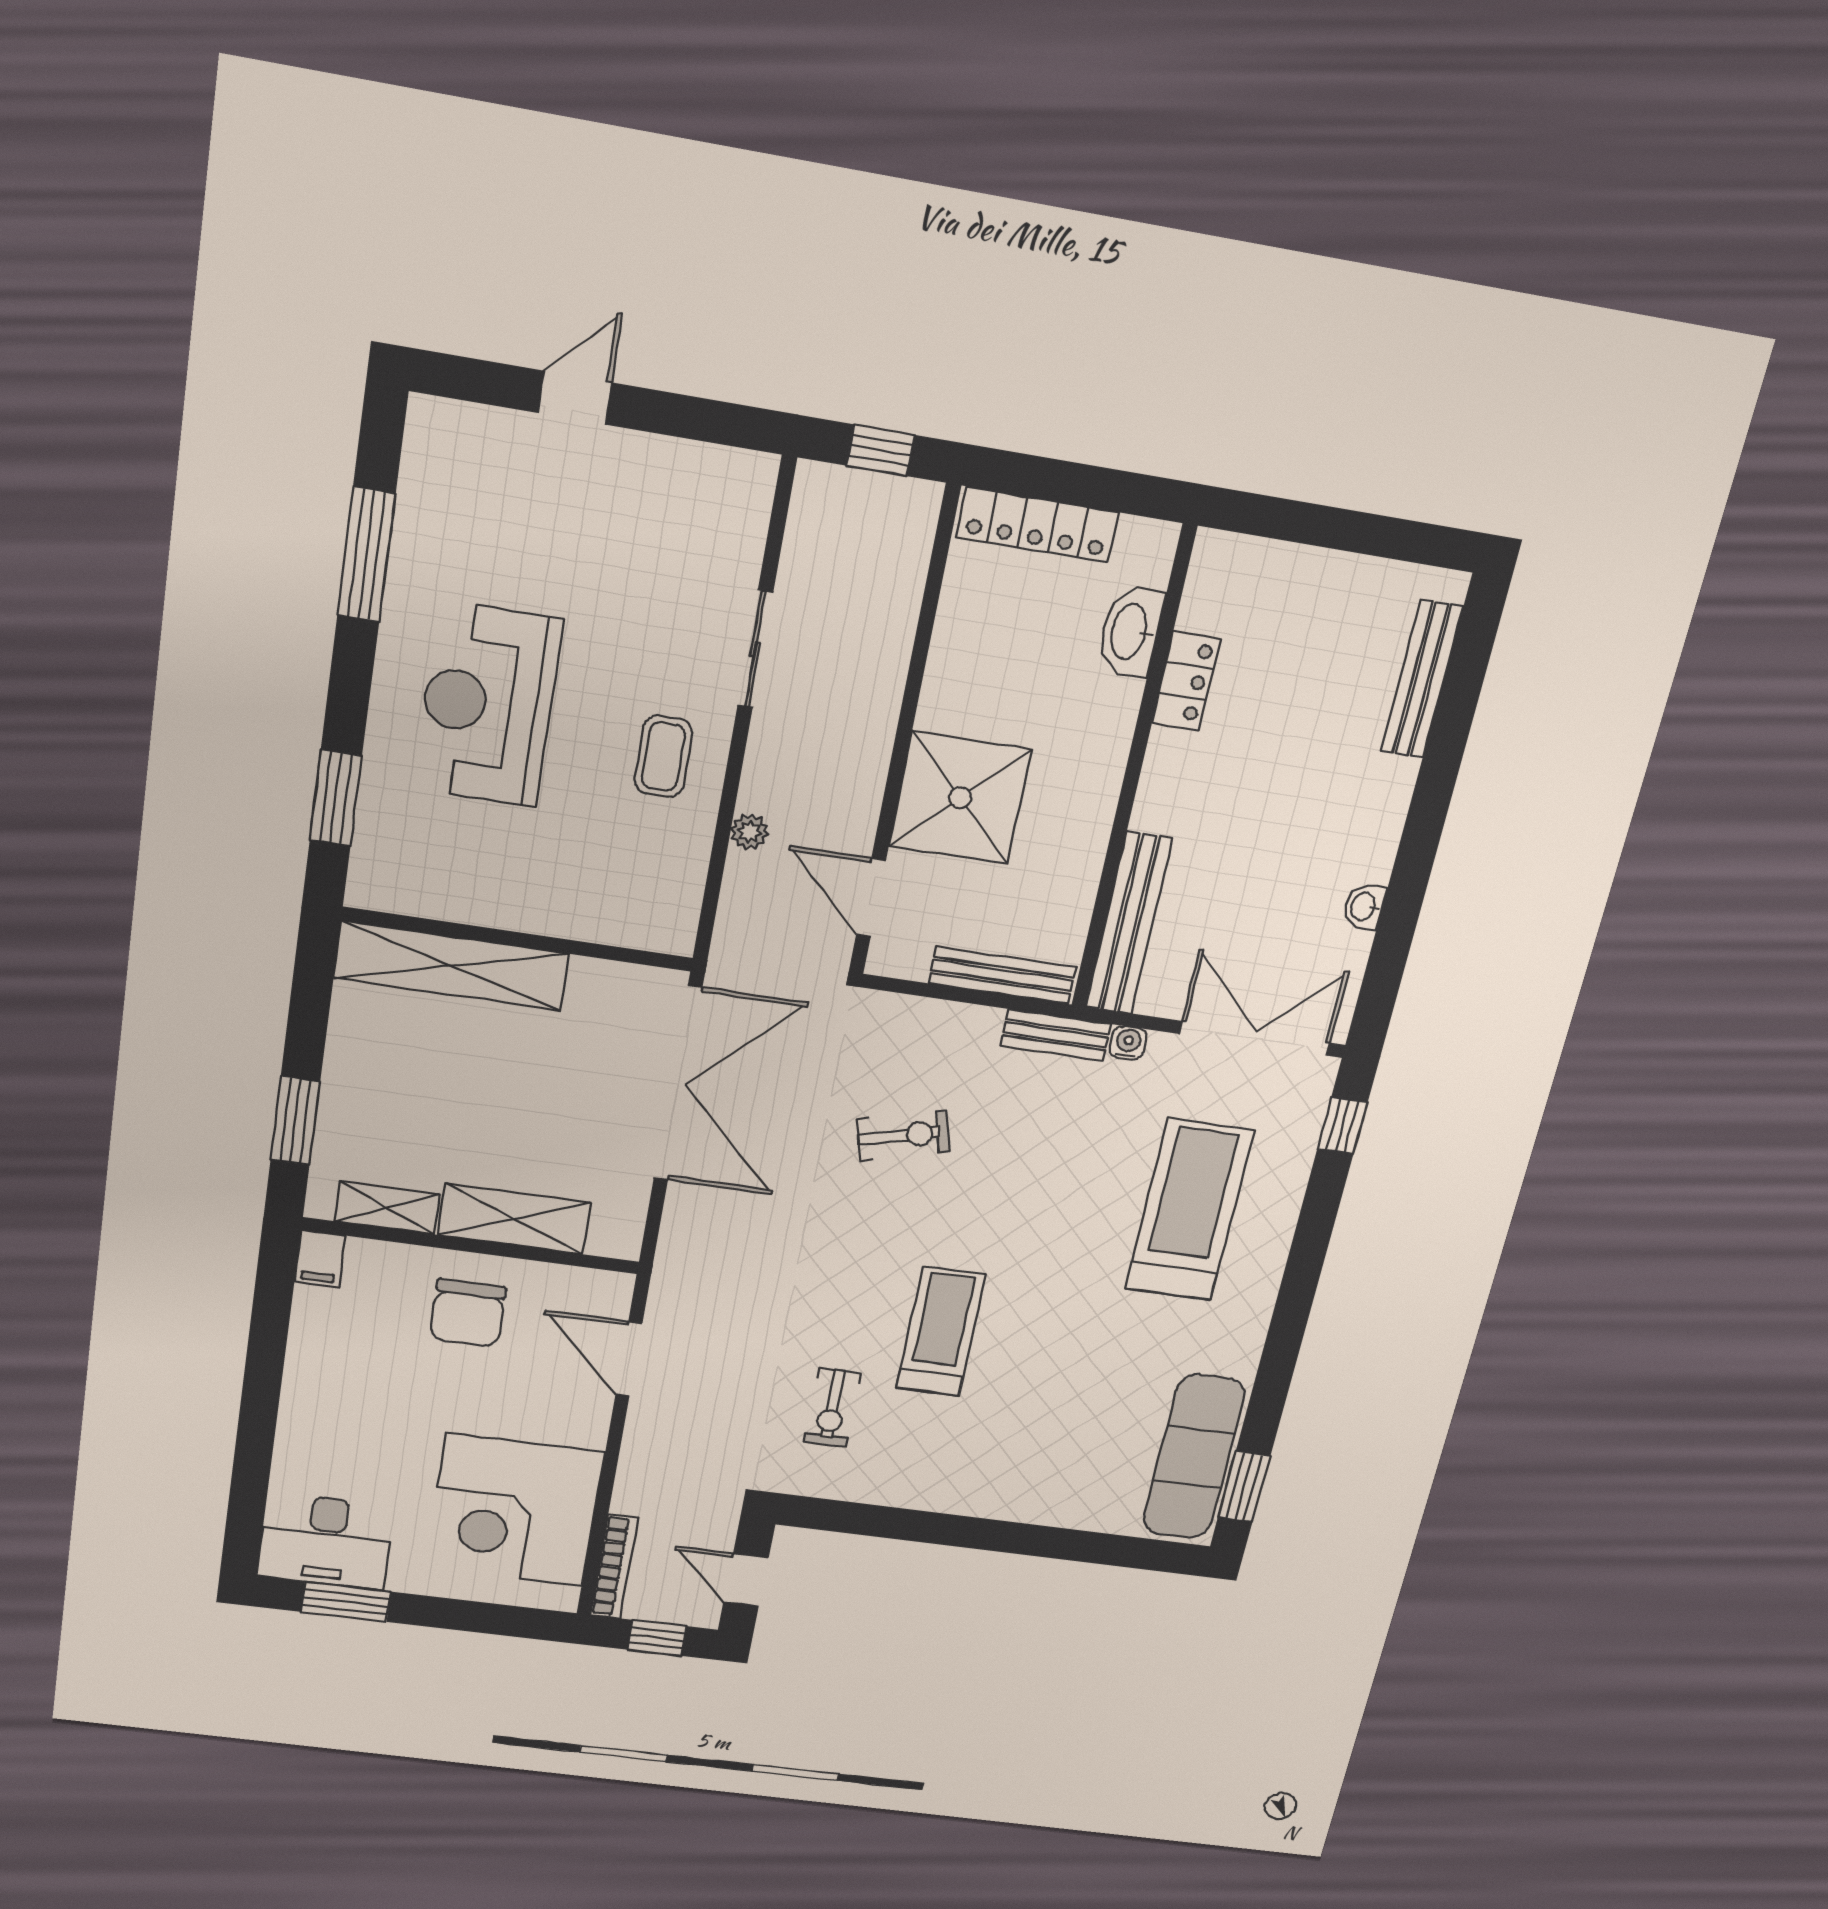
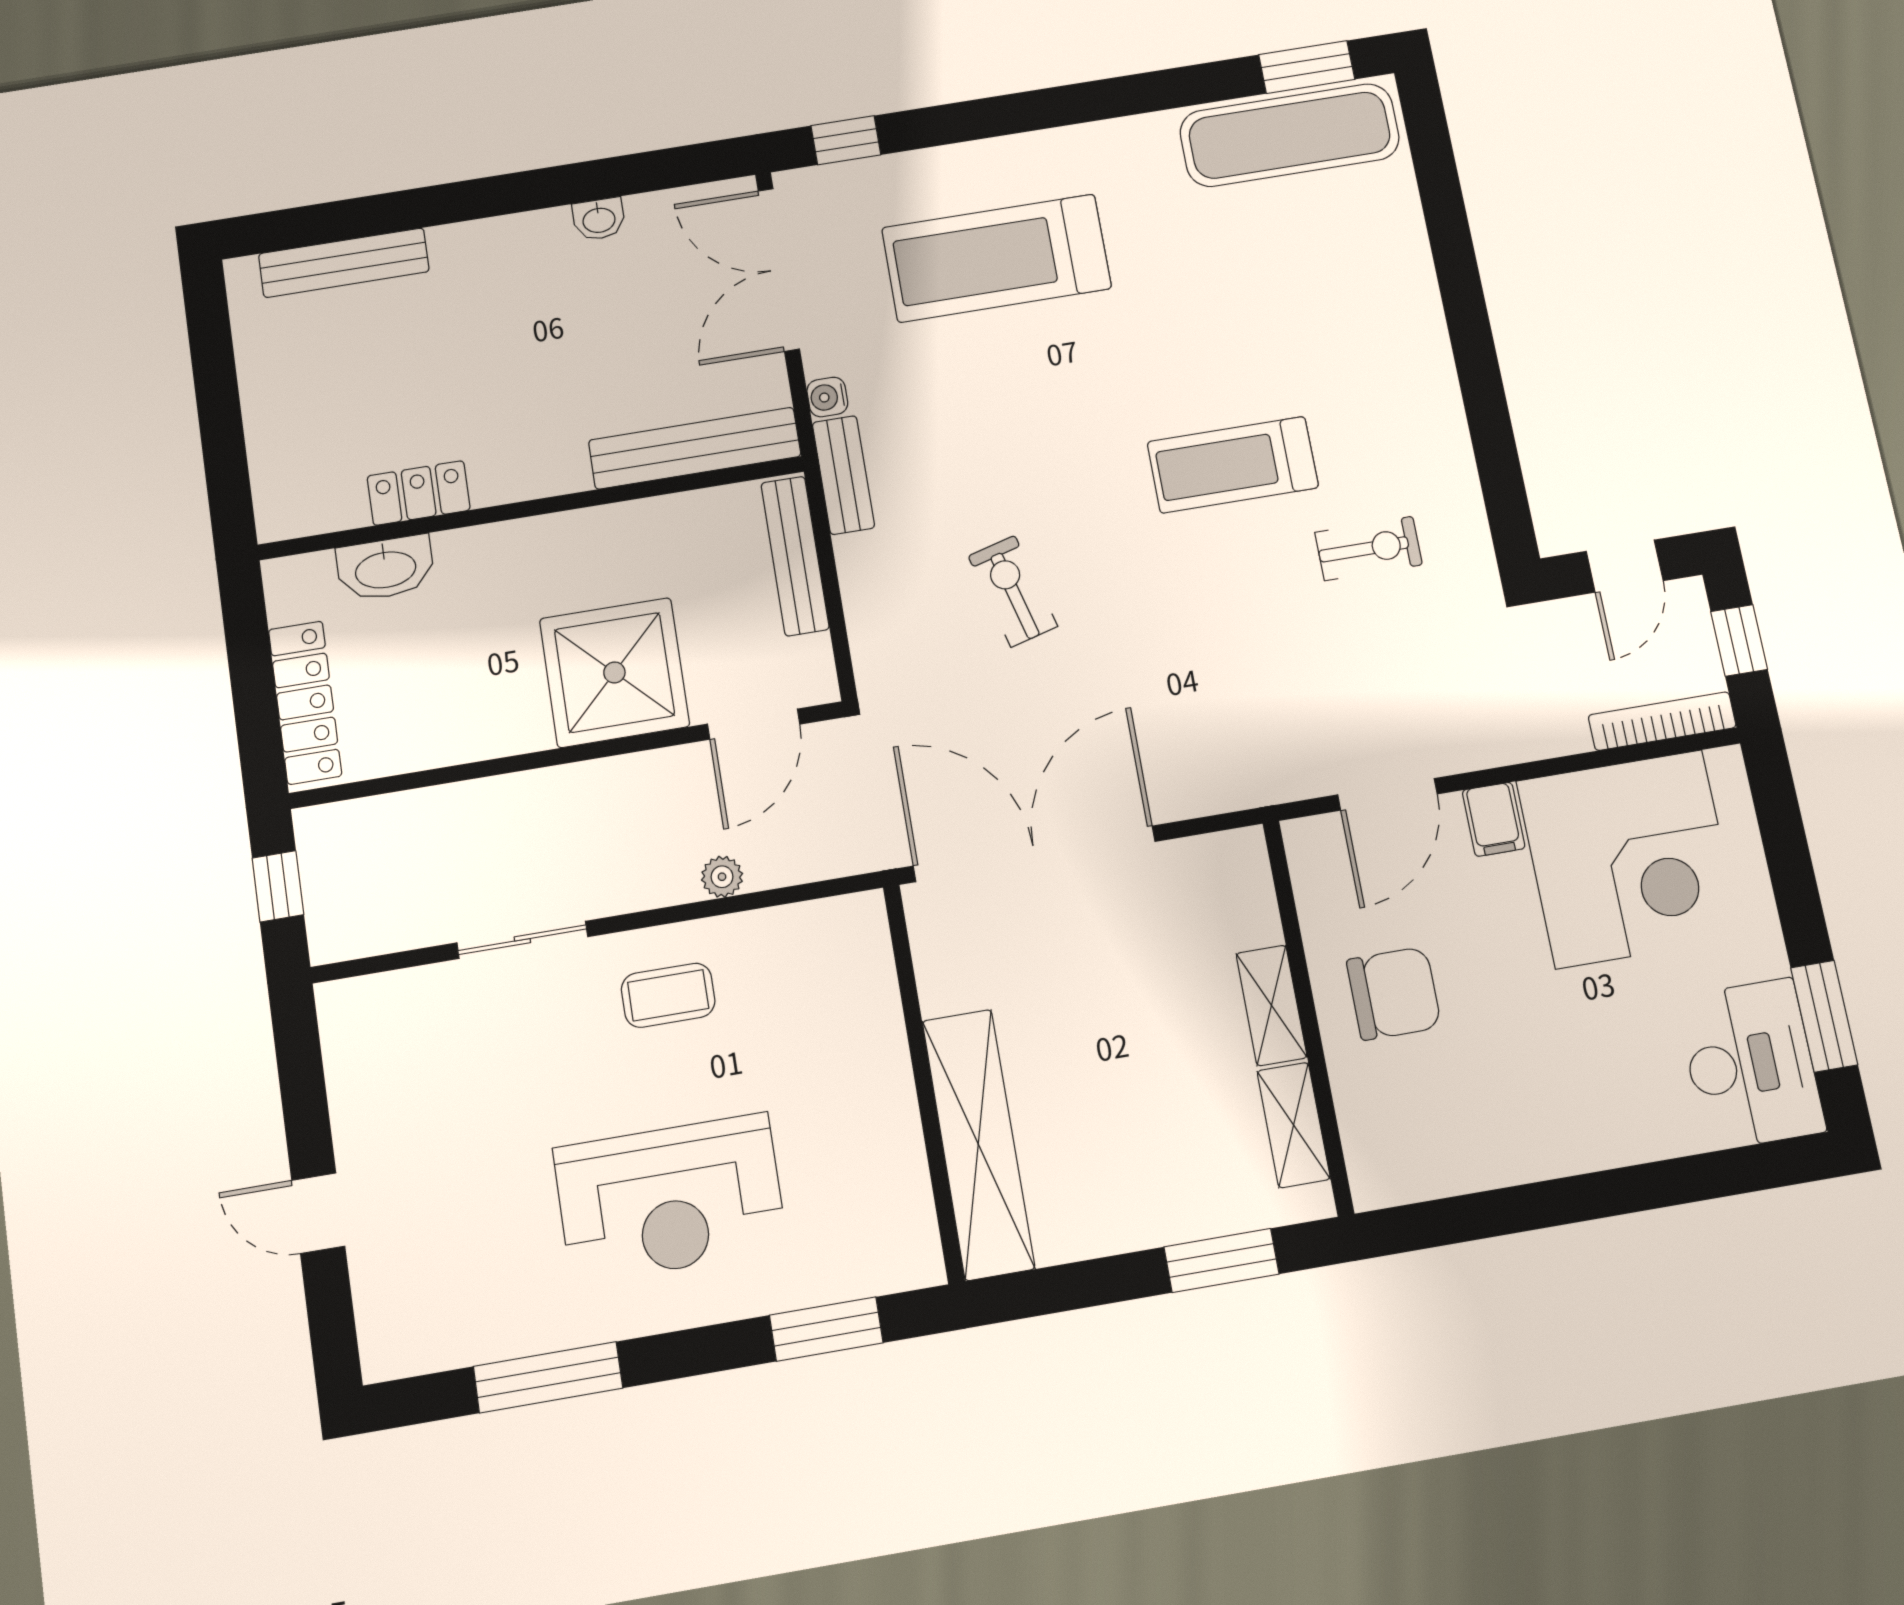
shelving: (514, 1219) -> (1271, 1005), width x0.67, depth x0.75
filing cabinet: (320, 1259) -> (1494, 819), moved, turned 90

